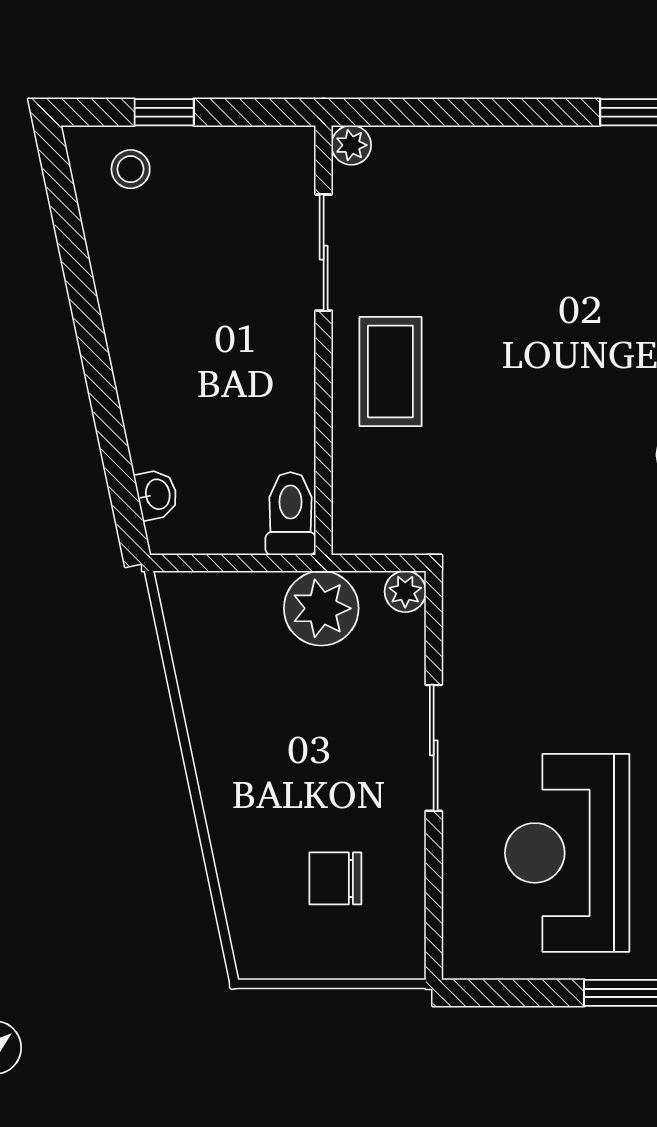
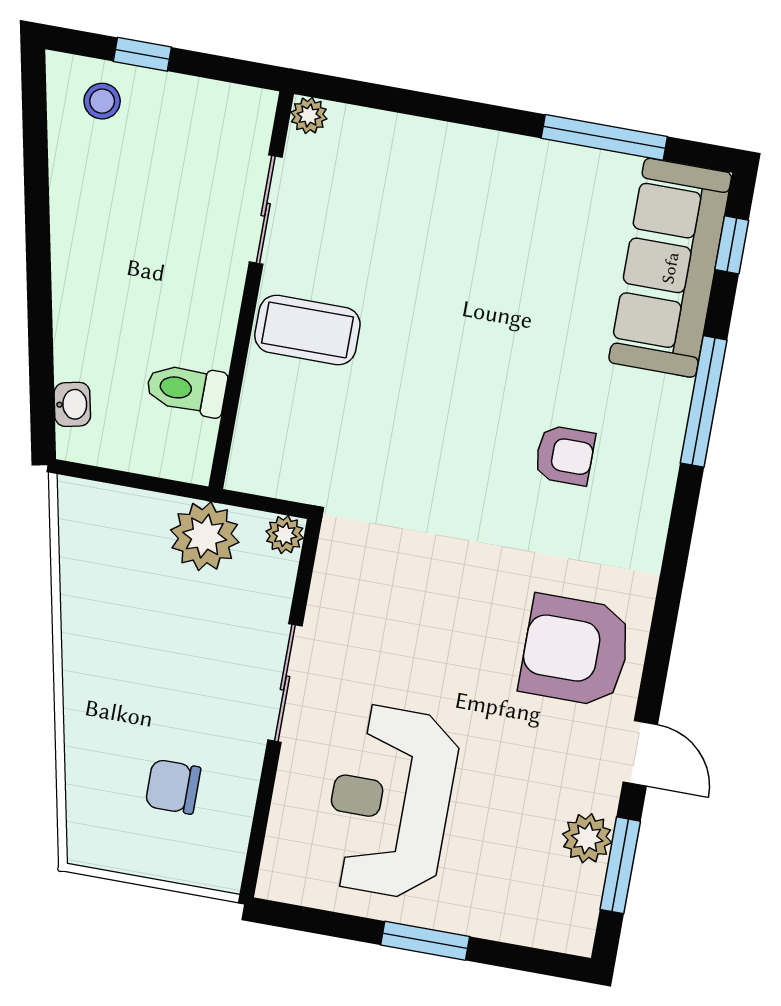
coffee table: (390, 371) -> (307, 330), turned 90
toilet: (290, 514) -> (186, 389), moved, turned -90

